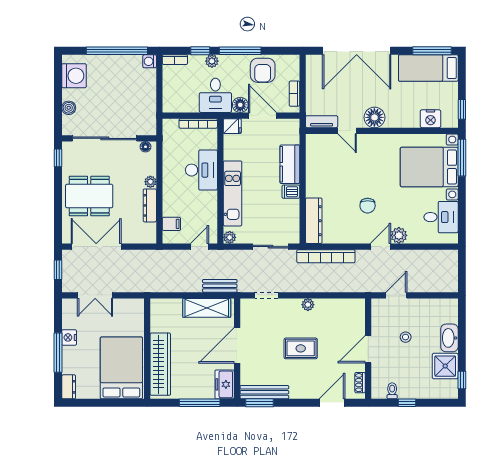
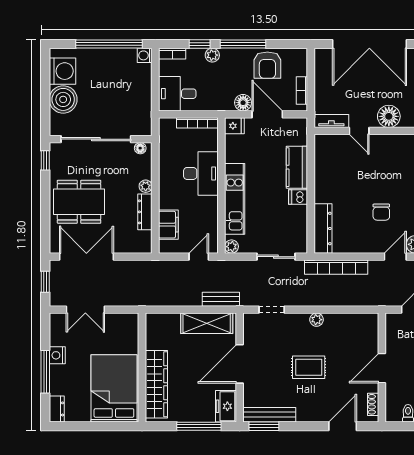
desk: (215, 95) -> (177, 94), moved, turned 90
boiler: (69, 108) -> (63, 99), width x1.86, depth x1.86
filing cabinet: (171, 224) -> (168, 225), width x2.00

